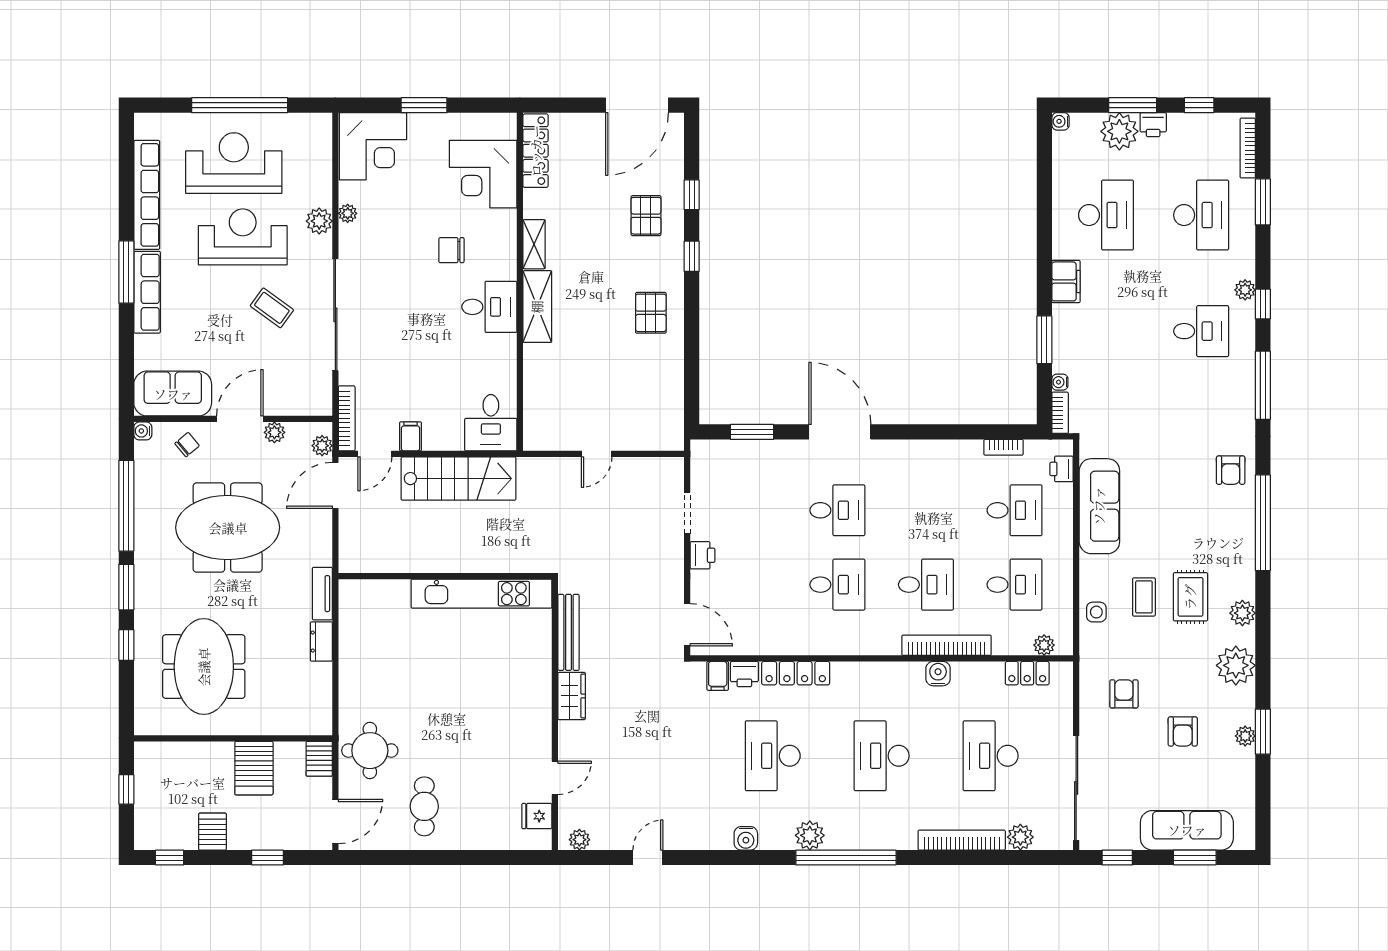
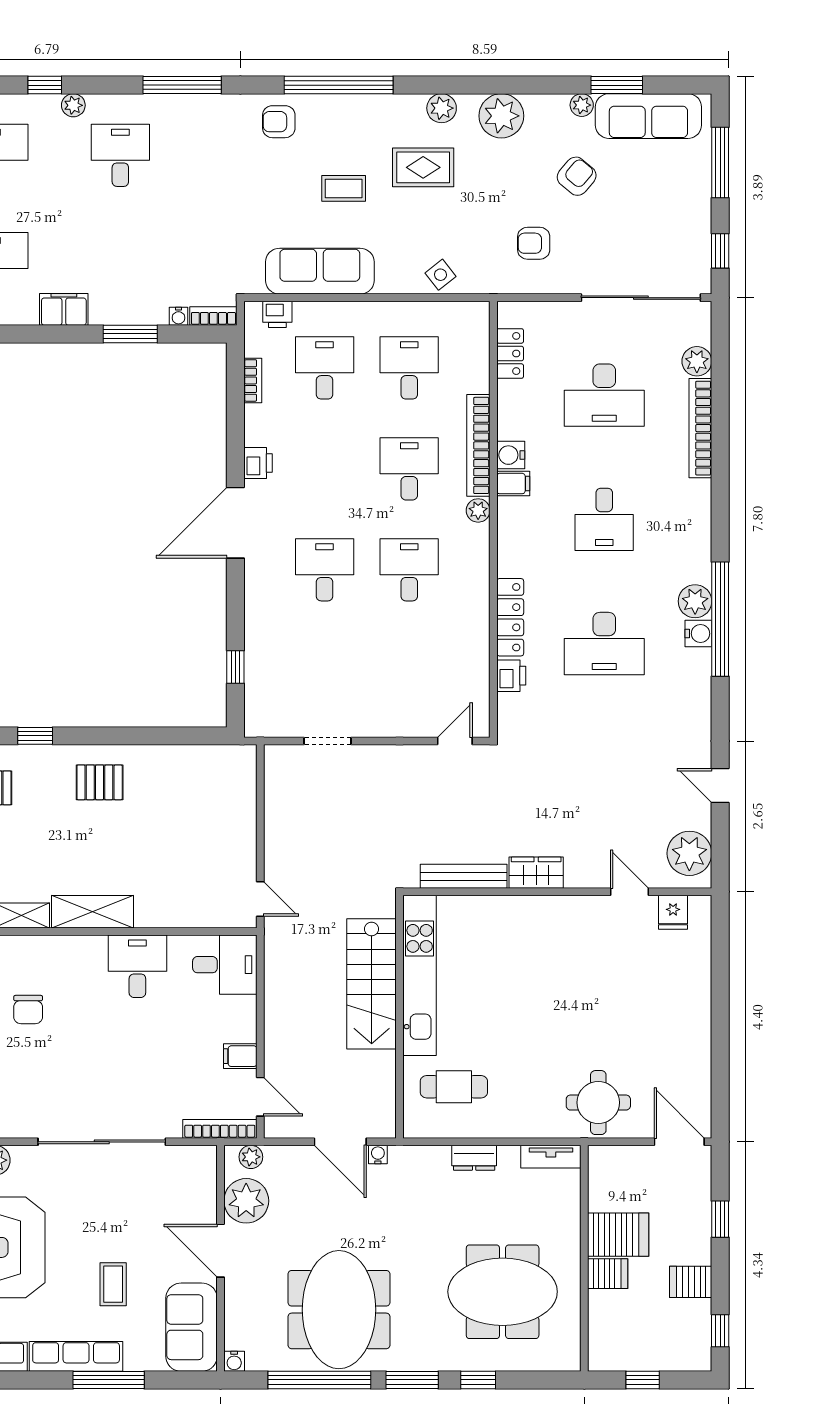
window: (126, 272) -> (109, 1380), moved
window: (1263, 304) -> (45, 85), moved
desk: (489, 307) -> (137, 966), moved
coffee table: (272, 308) -> (113, 1284), moved, turned -36
plant: (274, 432) -> (246, 1201), width x1.88, depth x1.88
window: (752, 432) -> (235, 667), width x0.67
door: (840, 432) -> (235, 523), moved
chair: (187, 445) -> (250, 1311), removed
door: (597, 454) -> (260, 899), moved
armchair: (1231, 470) -> (279, 122), turned 180
stairs: (459, 479) -> (372, 984), moved, turned 180
door: (335, 485) -> (340, 1142), moved
meeting table: (228, 528) -> (339, 1310), moved
printer: (702, 555) -> (258, 463), moved, turned 90
water cooler: (324, 557) -> (378, 1155), added
tv unit: (322, 594) -> (551, 1157), moved
coffee table: (1144, 597) -> (344, 188), moved
side table: (1096, 612) -> (440, 275), turned -38
door: (687, 625) -> (455, 741), width x0.73
plant: (1044, 645) -> (478, 510), moved
filing cabinet: (718, 676) -> (513, 484), moved
armchair: (1183, 731) -> (577, 176), turned -50
window: (1263, 732) -> (617, 85), moved
desk: (882, 756) -> (604, 519), width x0.73
server rack: (319, 759) -> (608, 1274), moved
cafe table: (424, 806) -> (454, 1087), moved
sofa: (1187, 830) -> (648, 116), moved, turned -90
water cooler: (746, 838) -> (698, 634), moved
plant: (579, 840) -> (689, 853), width x1.88, depth x1.88
window: (846, 858) -> (720, 619), moved
window: (1195, 858) -> (720, 163), width x1.44

